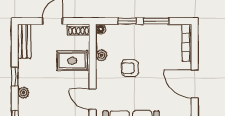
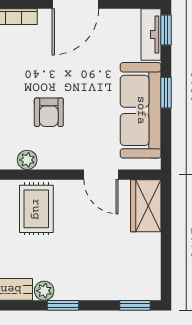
plant: (24, 93) -> (44, 291), moved
door: (93, 99) -> (101, 175), hinge flipped

